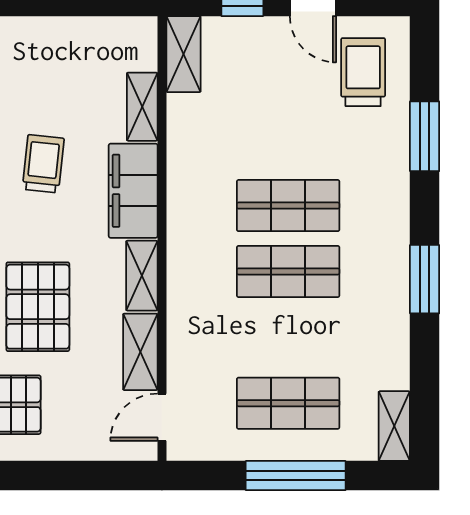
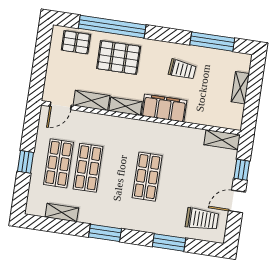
shelving: (142, 107) -> (240, 88), moved, turned 90
shop shelf: (288, 271) -> (88, 168), moved
door: (162, 417) -> (61, 106), swing flipped
shelving: (394, 426) -> (62, 213), moved
window: (296, 476) -> (26, 162), width x0.46

